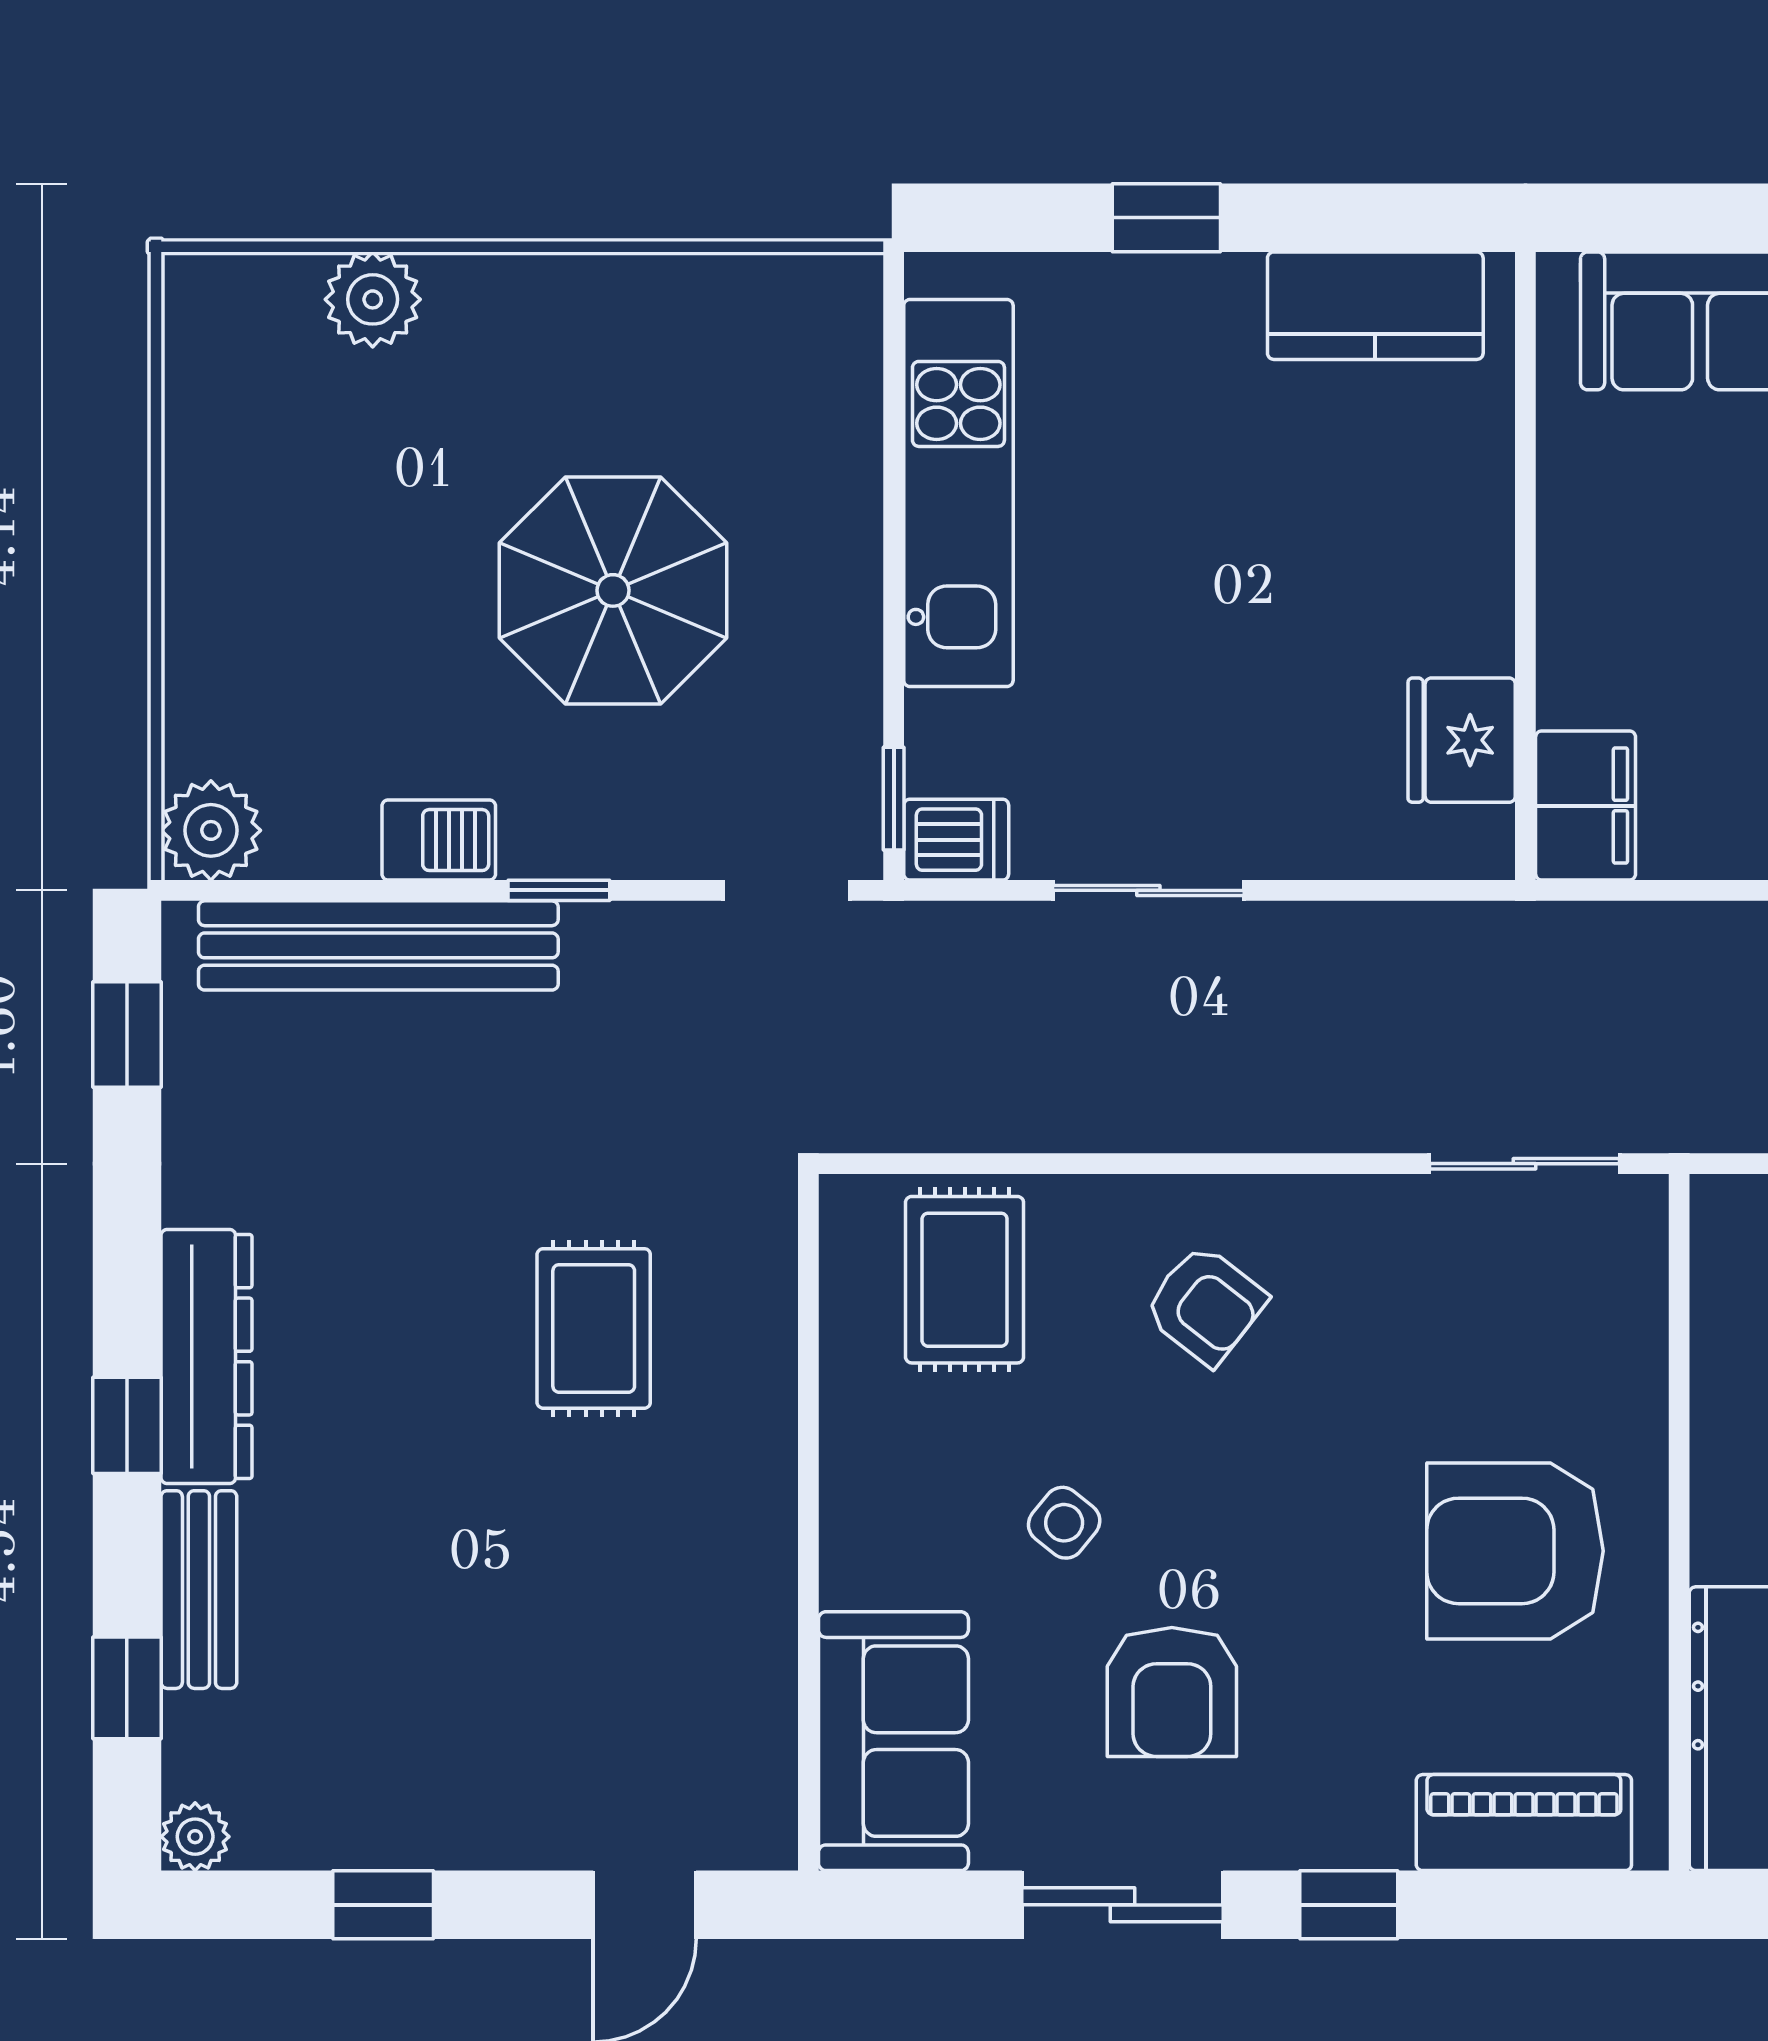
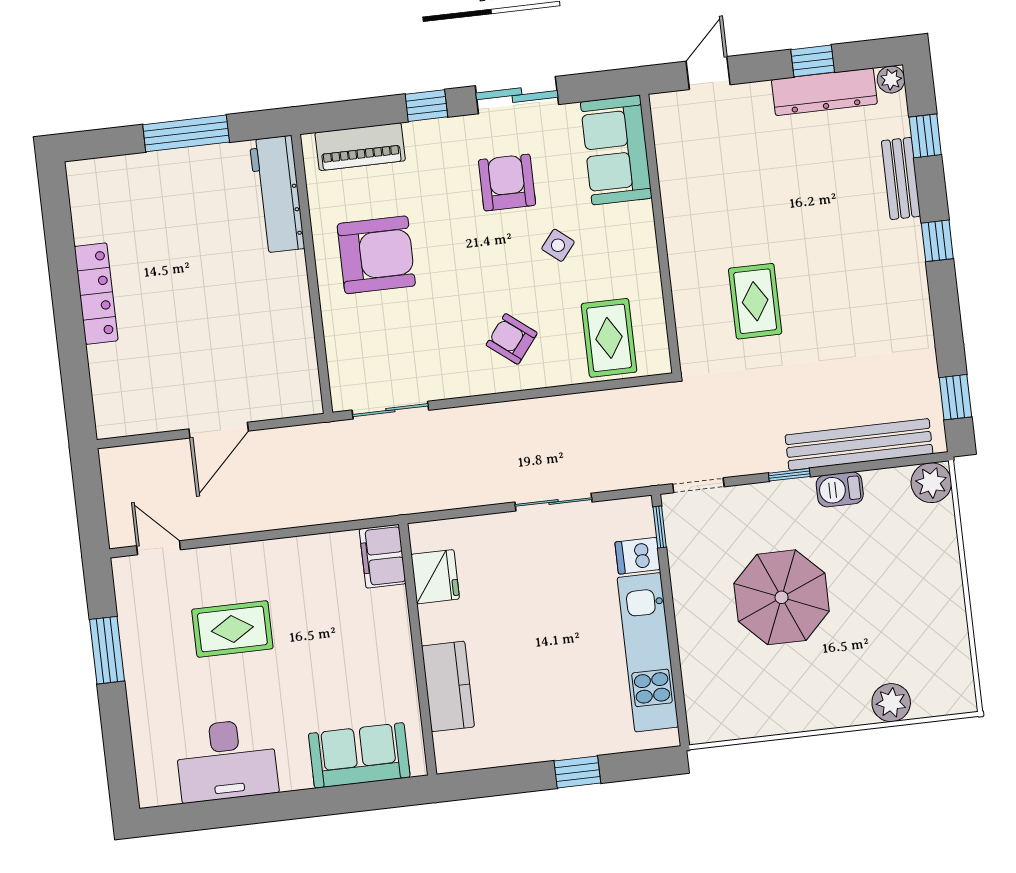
kitchen counter: (1375, 306) -> (448, 686), moved, turned 90
dishwasher: (956, 840) -> (638, 556), moved
dresser: (206, 1357) -> (824, 92), moved, turned -90

